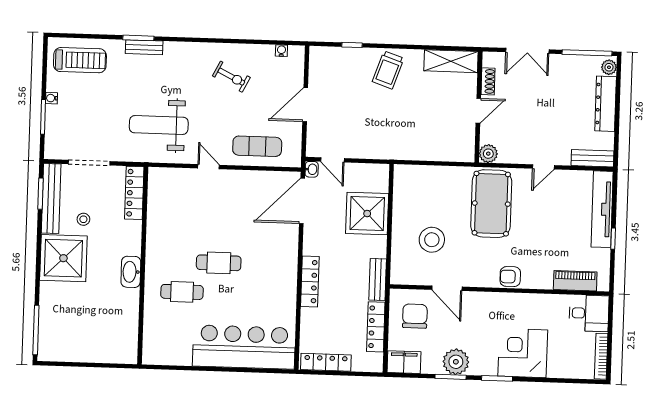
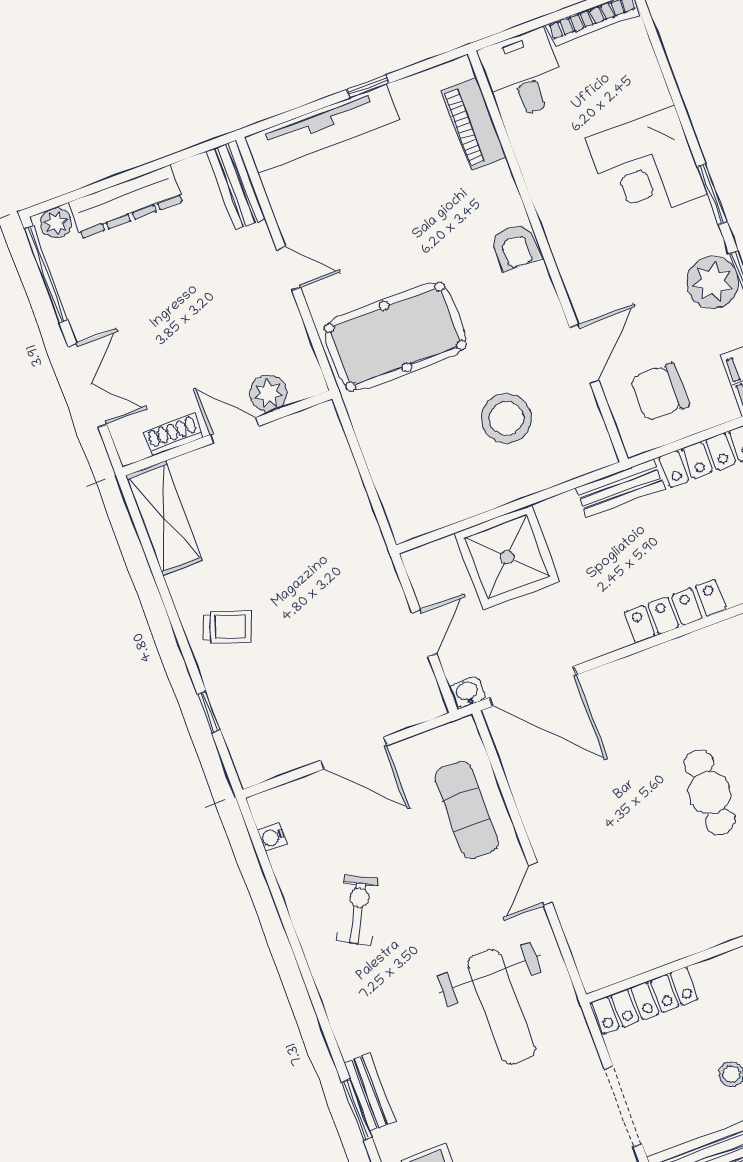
trolley: (388, 70) -> (227, 627), width x0.73, depth x0.72
plant: (488, 154) -> (269, 393), moved
door: (333, 160) -> (424, 633), moved

